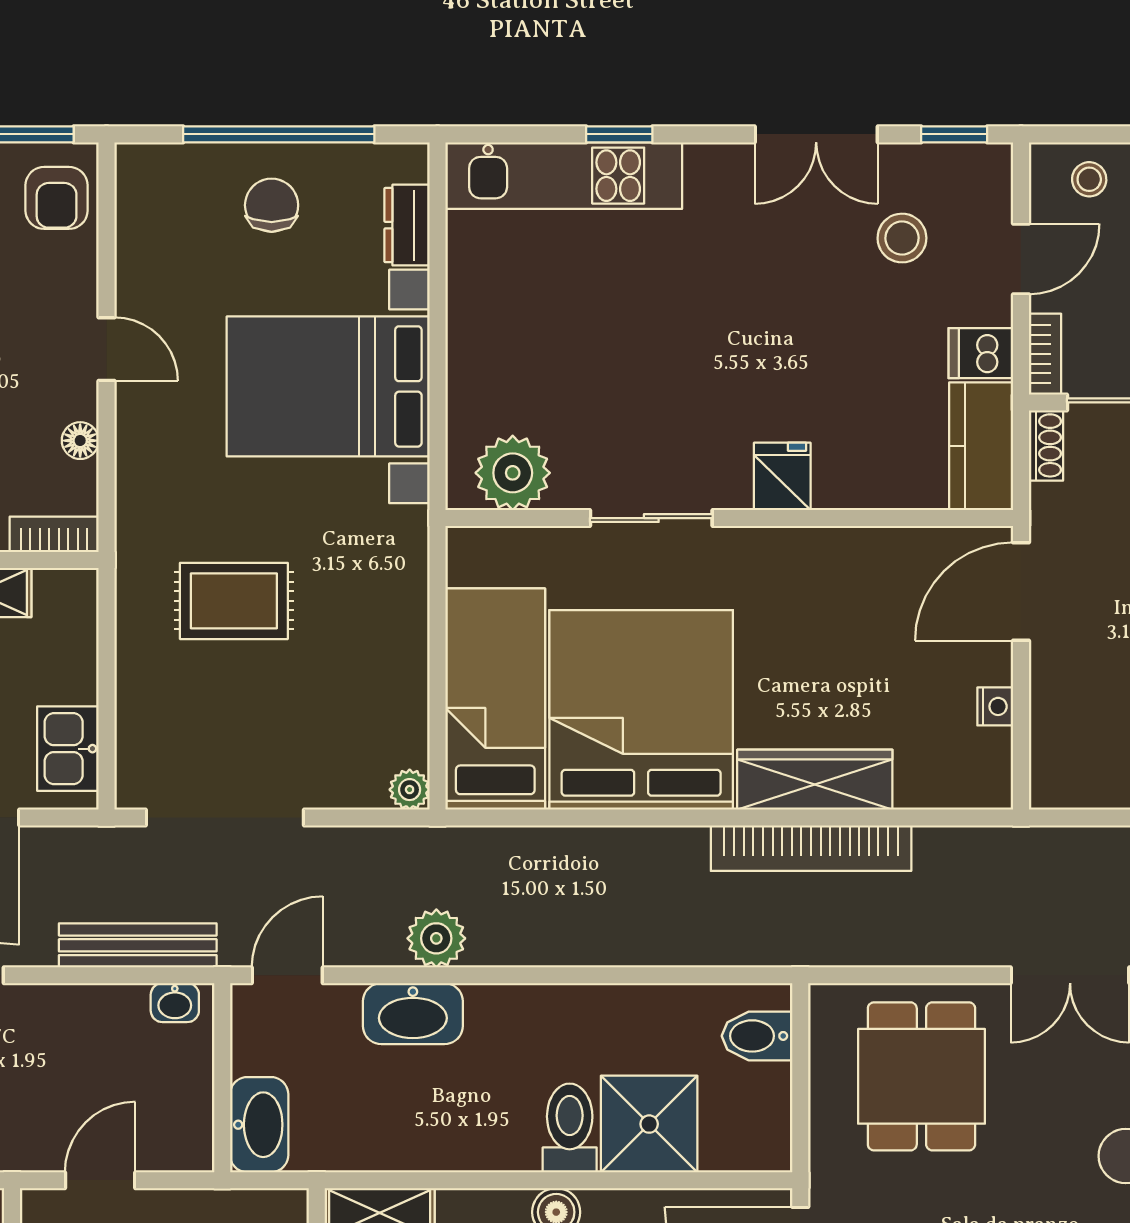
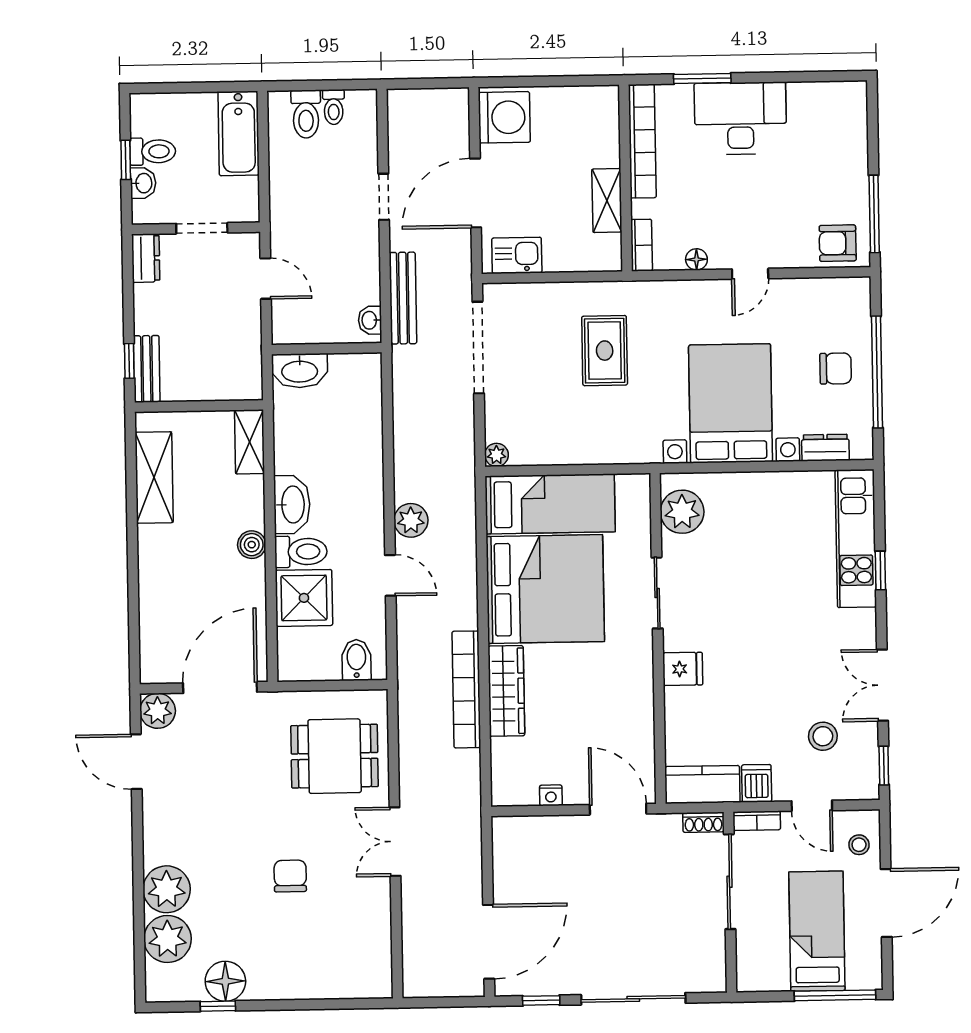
plant: (436, 938) -> (411, 520), moved
door: (287, 975) -> (390, 575), moved
washbasin: (413, 1014) -> (292, 505), moved, turned 180

